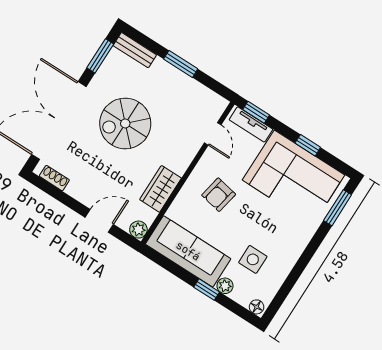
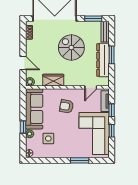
dresser: (180, 84) -> (103, 60), added
window: (256, 112) -> (112, 110), moved
window: (338, 208) -> (80, 160), moved

